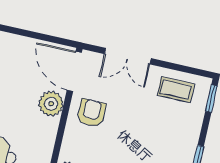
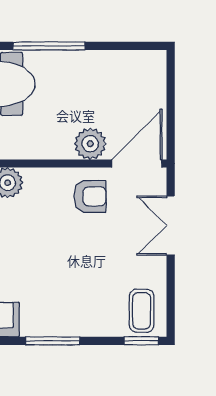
coffee table: (176, 90) -> (142, 311), moved

